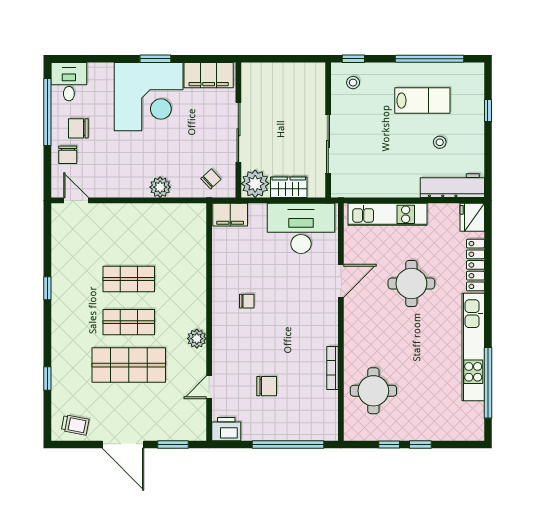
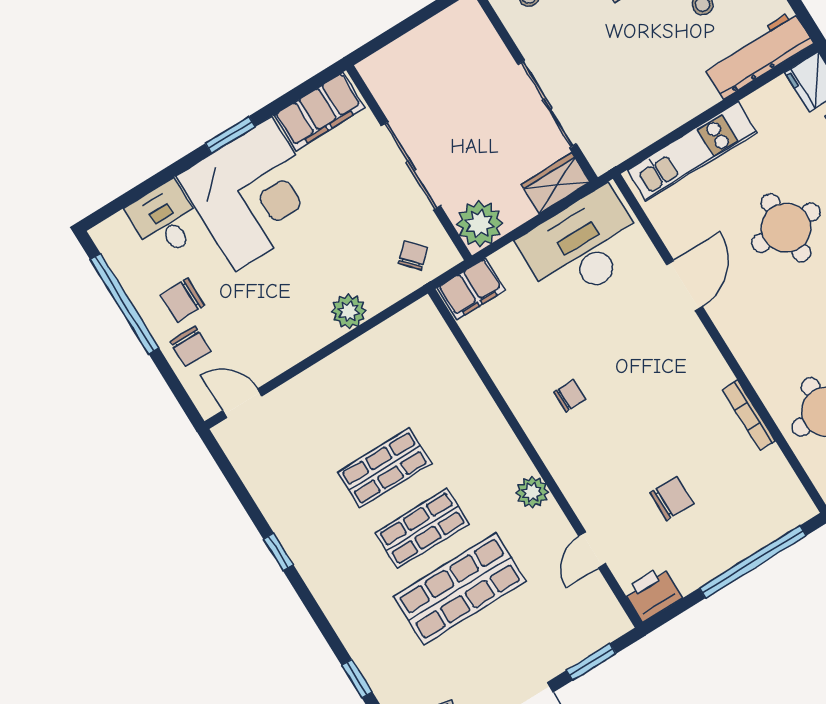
desk: (69, 82) -> (165, 220), moved
wardrobe: (289, 187) -> (556, 183), moved

